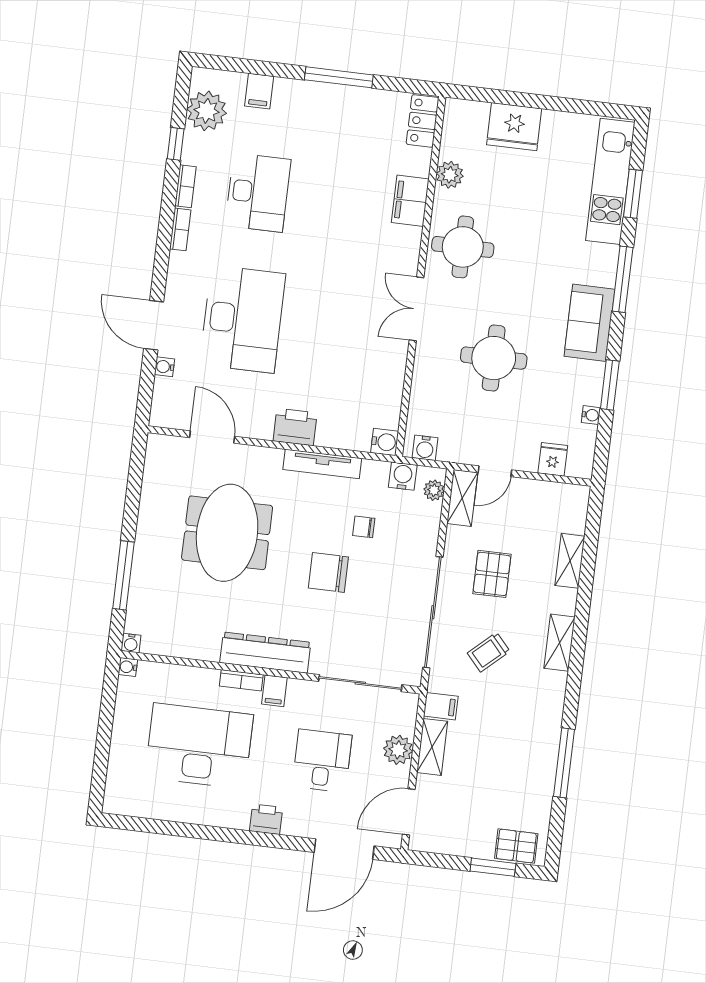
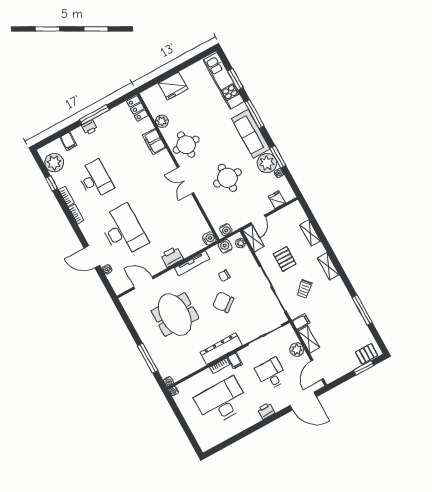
printer: (314, 93) -> (89, 127), added
sofa: (589, 323) -> (251, 134), width x1.36
plant: (582, 382) -> (267, 163), added
chair: (328, 572) -> (223, 302), turned 53
door: (344, 849) -> (303, 401), hinge flipped

